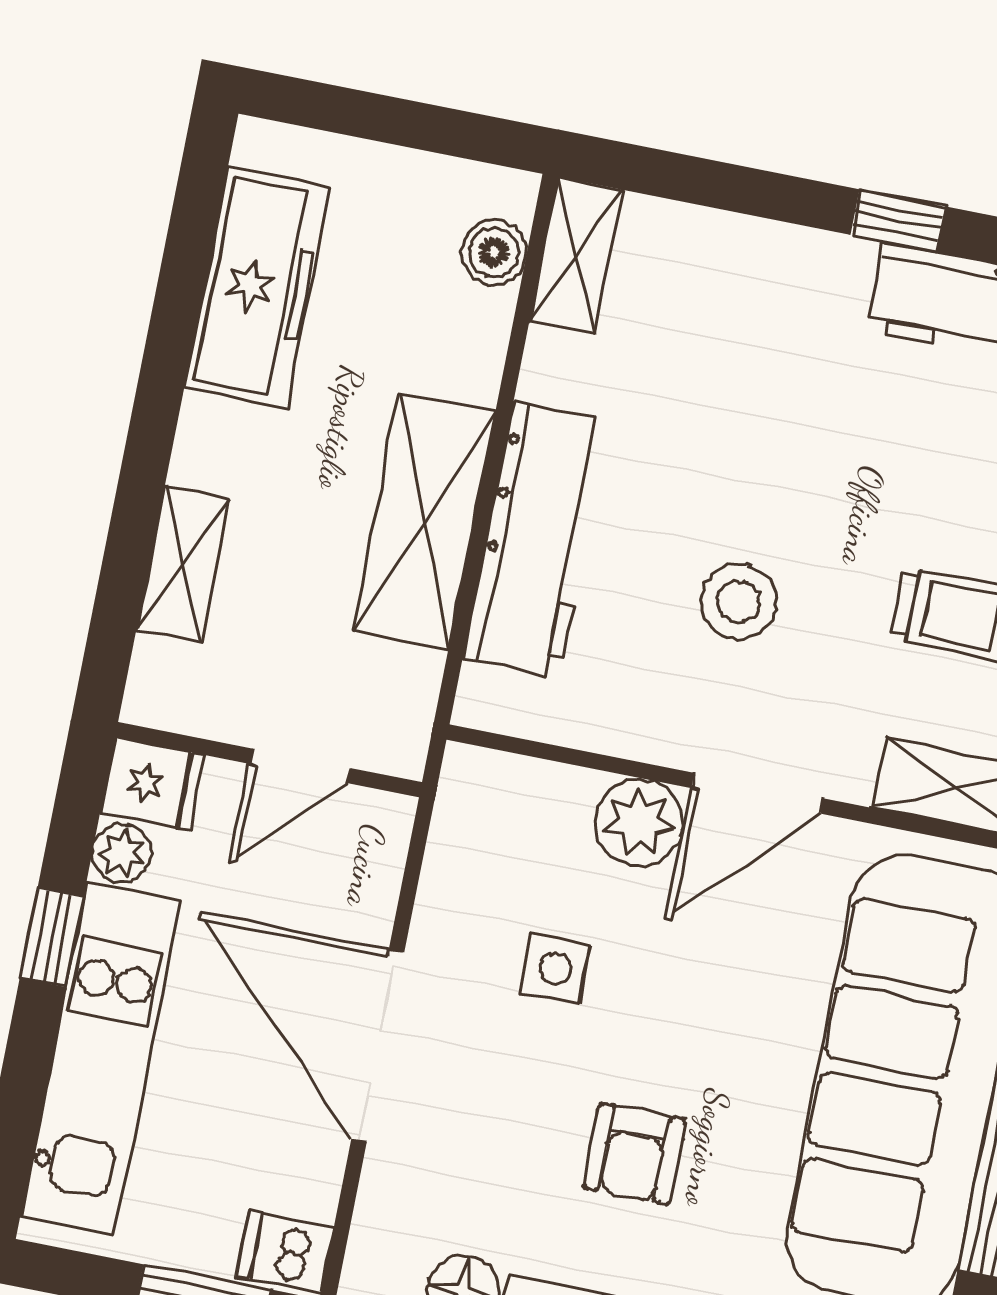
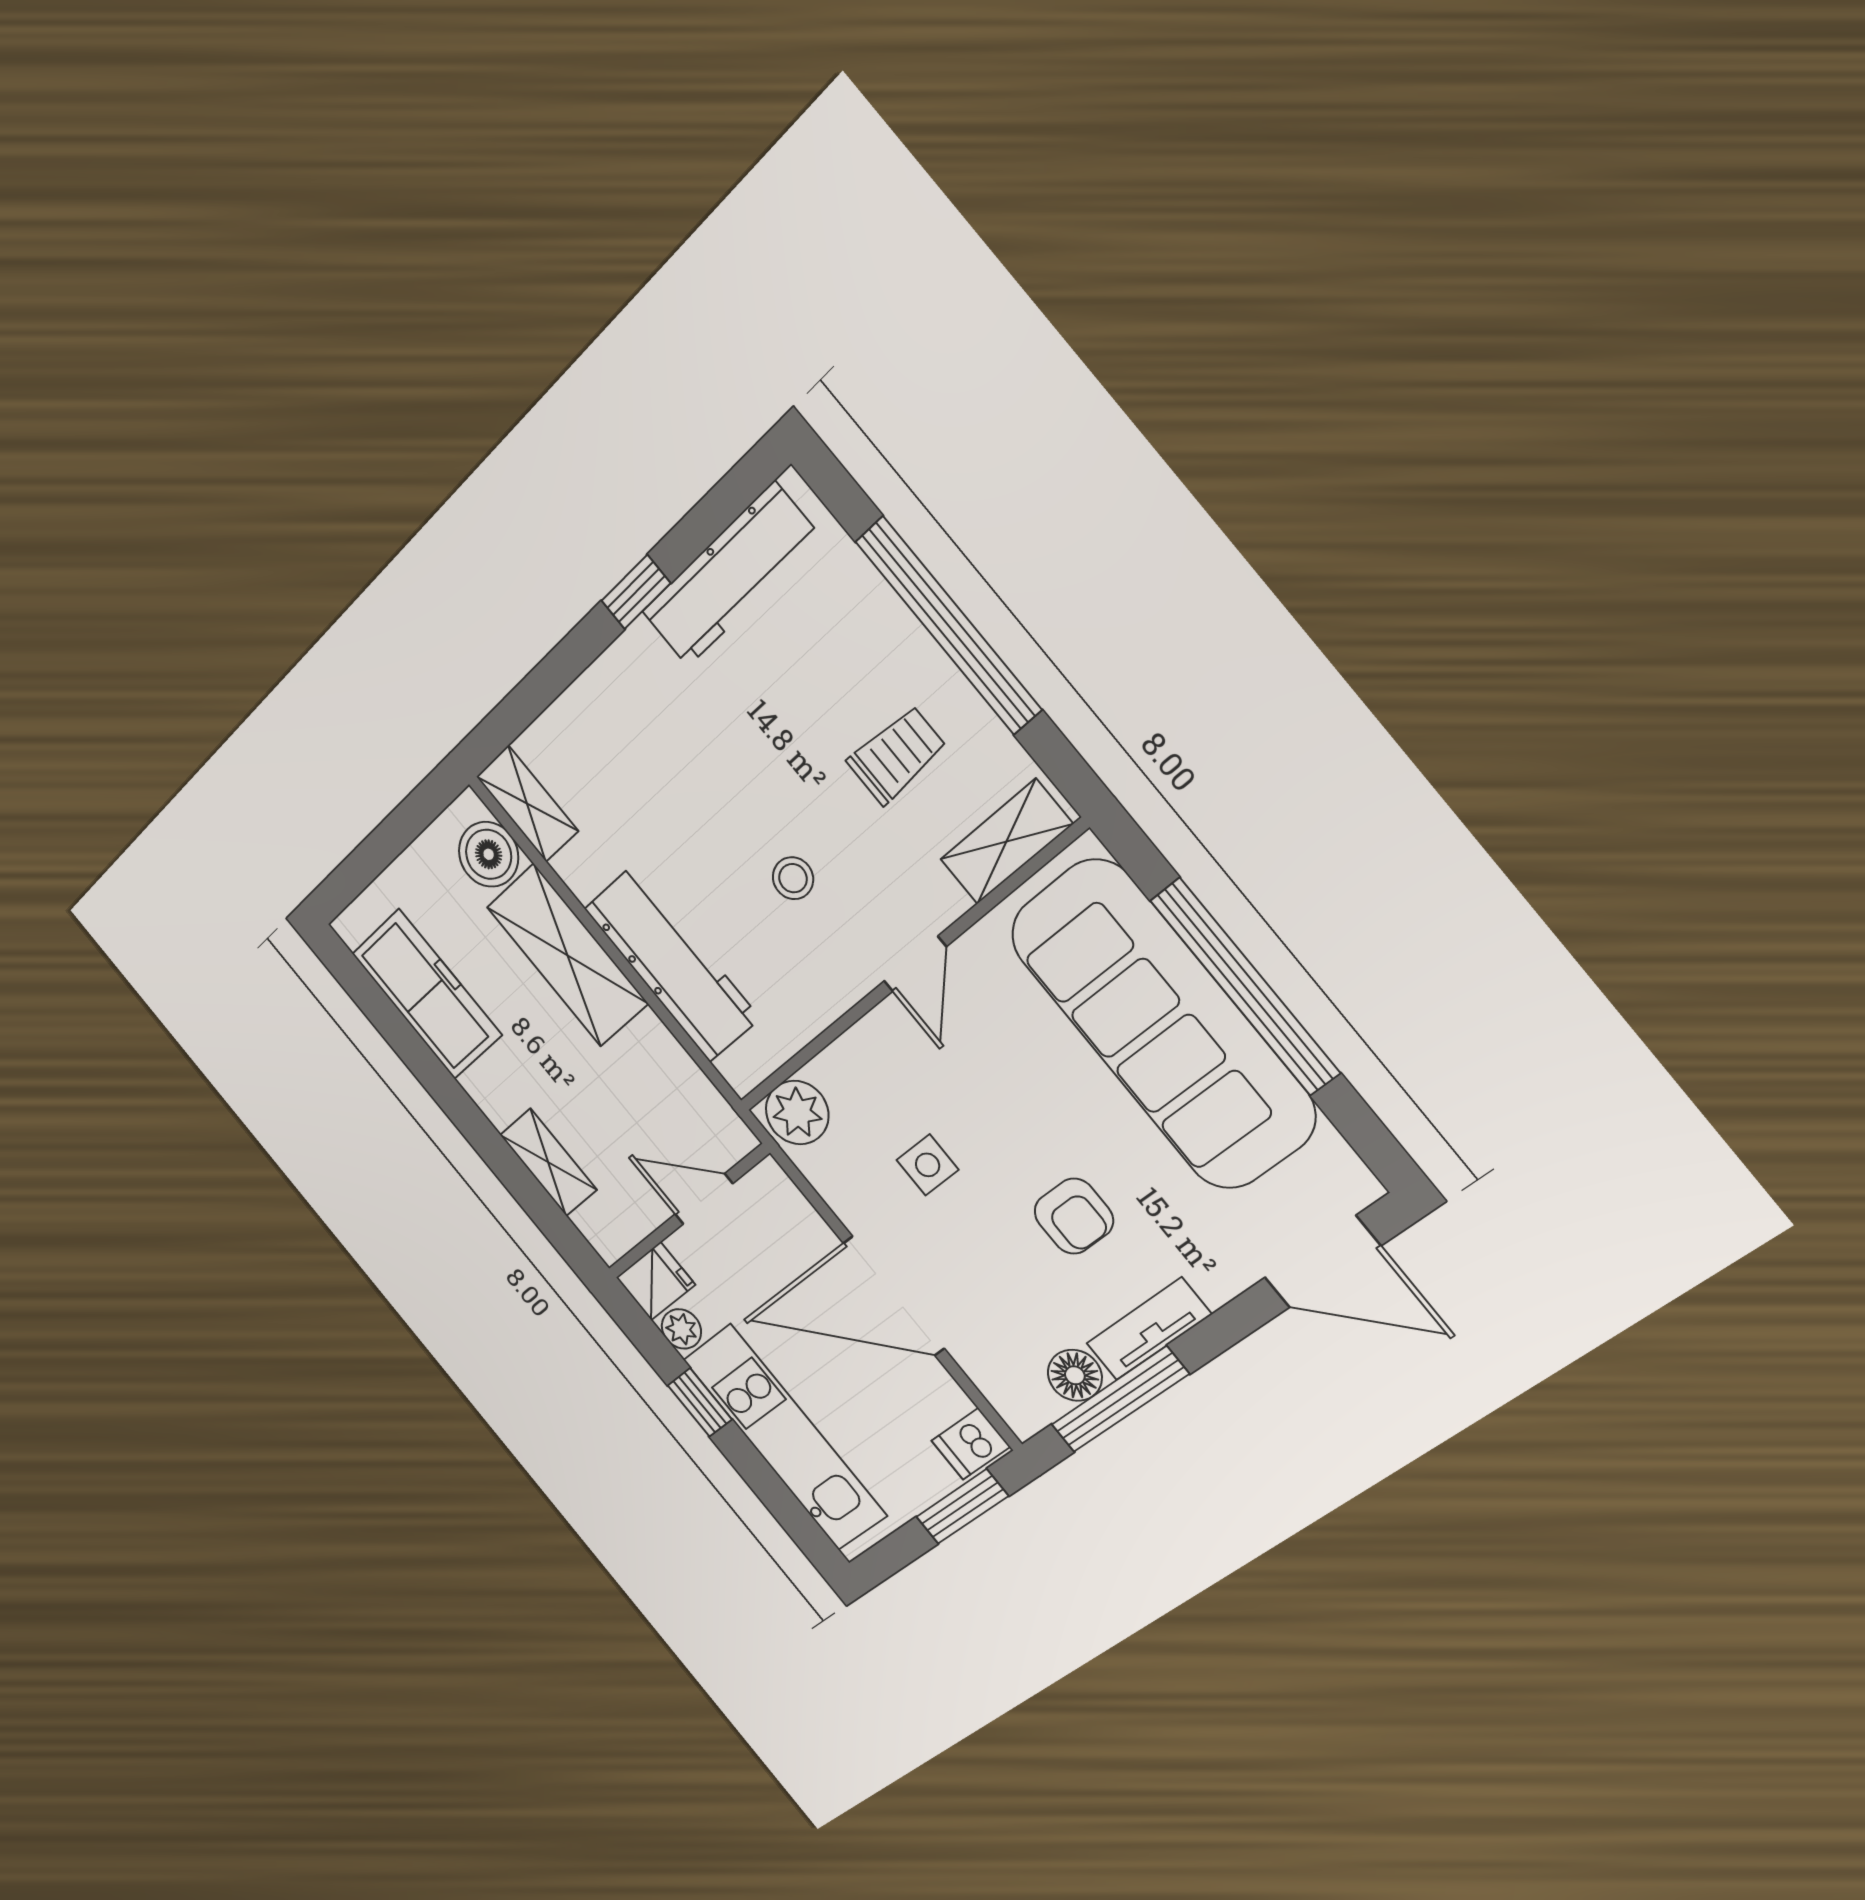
boiler: (494, 252) -> (489, 854), width x1.36, depth x1.36
shelving: (424, 521) -> (567, 955), moved
stool: (739, 602) -> (793, 878), width x0.73, depth x0.73
door: (300, 766) -> (704, 1199), swing flipped
door: (757, 793) -> (915, 964), width x0.73
plant: (639, 822) -> (797, 1113), moved

